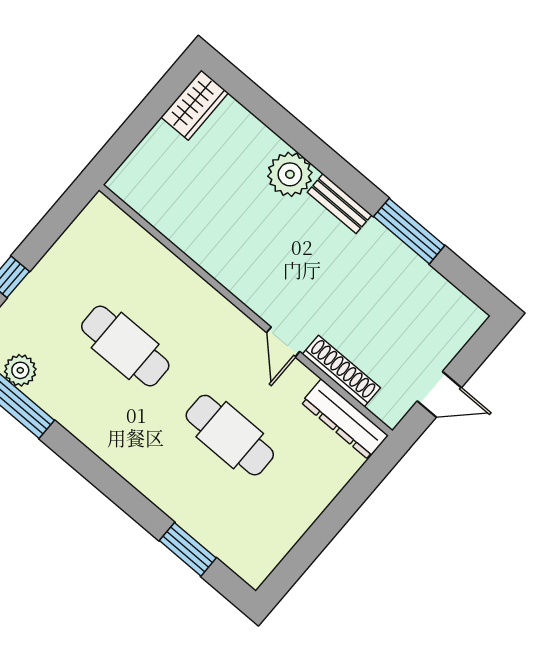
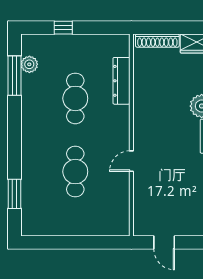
shoe rack: (341, 371) -> (157, 41), moved, turned 90
dresser: (345, 419) -> (121, 81), moved

